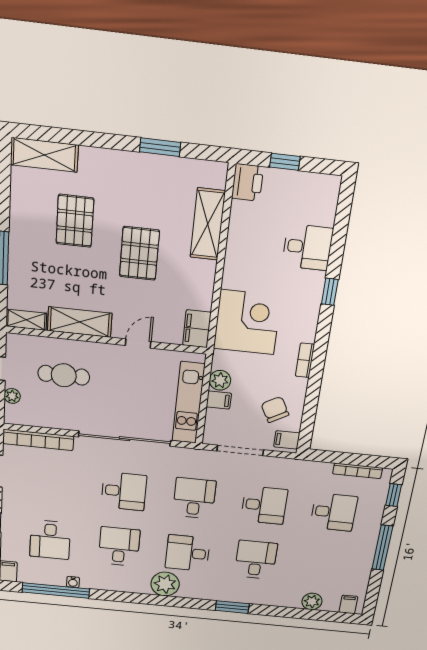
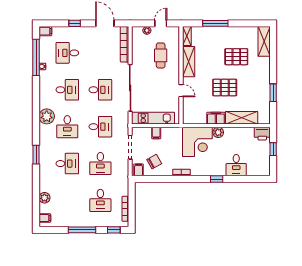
filing cabinet: (197, 329) -> (216, 118), moved
plant: (220, 380) -> (218, 132), moved
desk: (124, 491) -> (100, 90), turned -90
desk: (188, 553) -> (67, 127), turned 180

